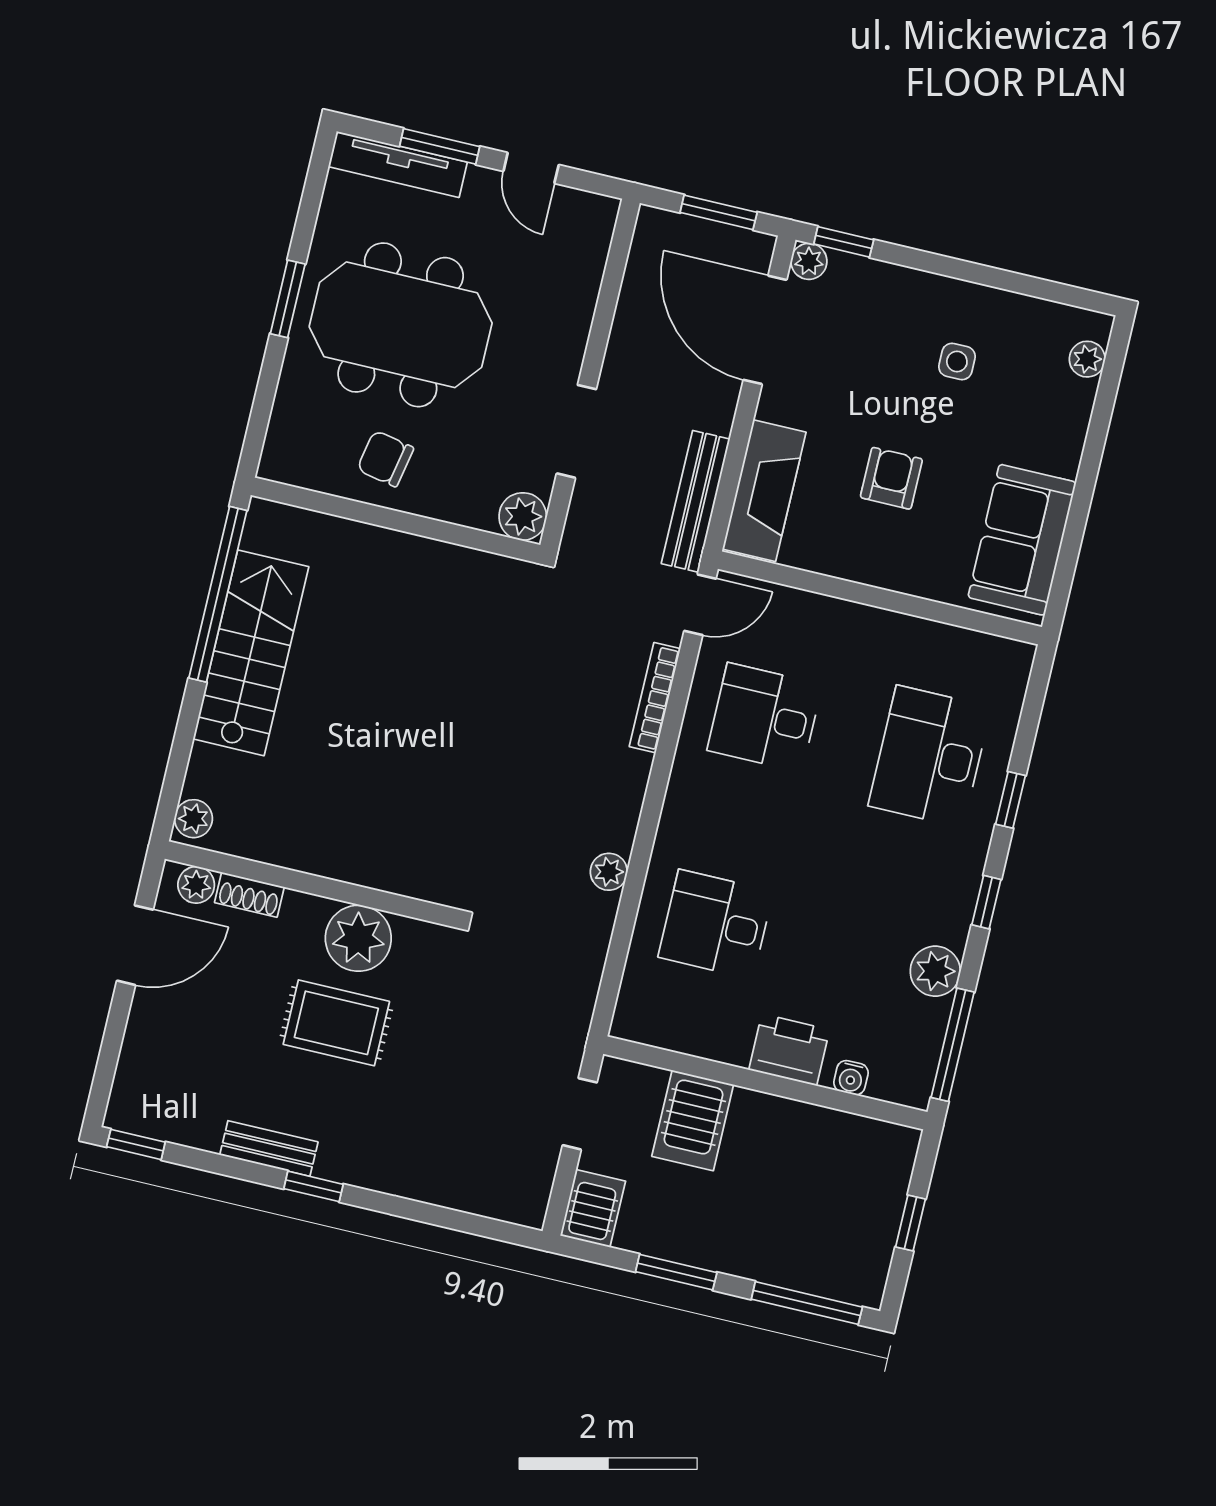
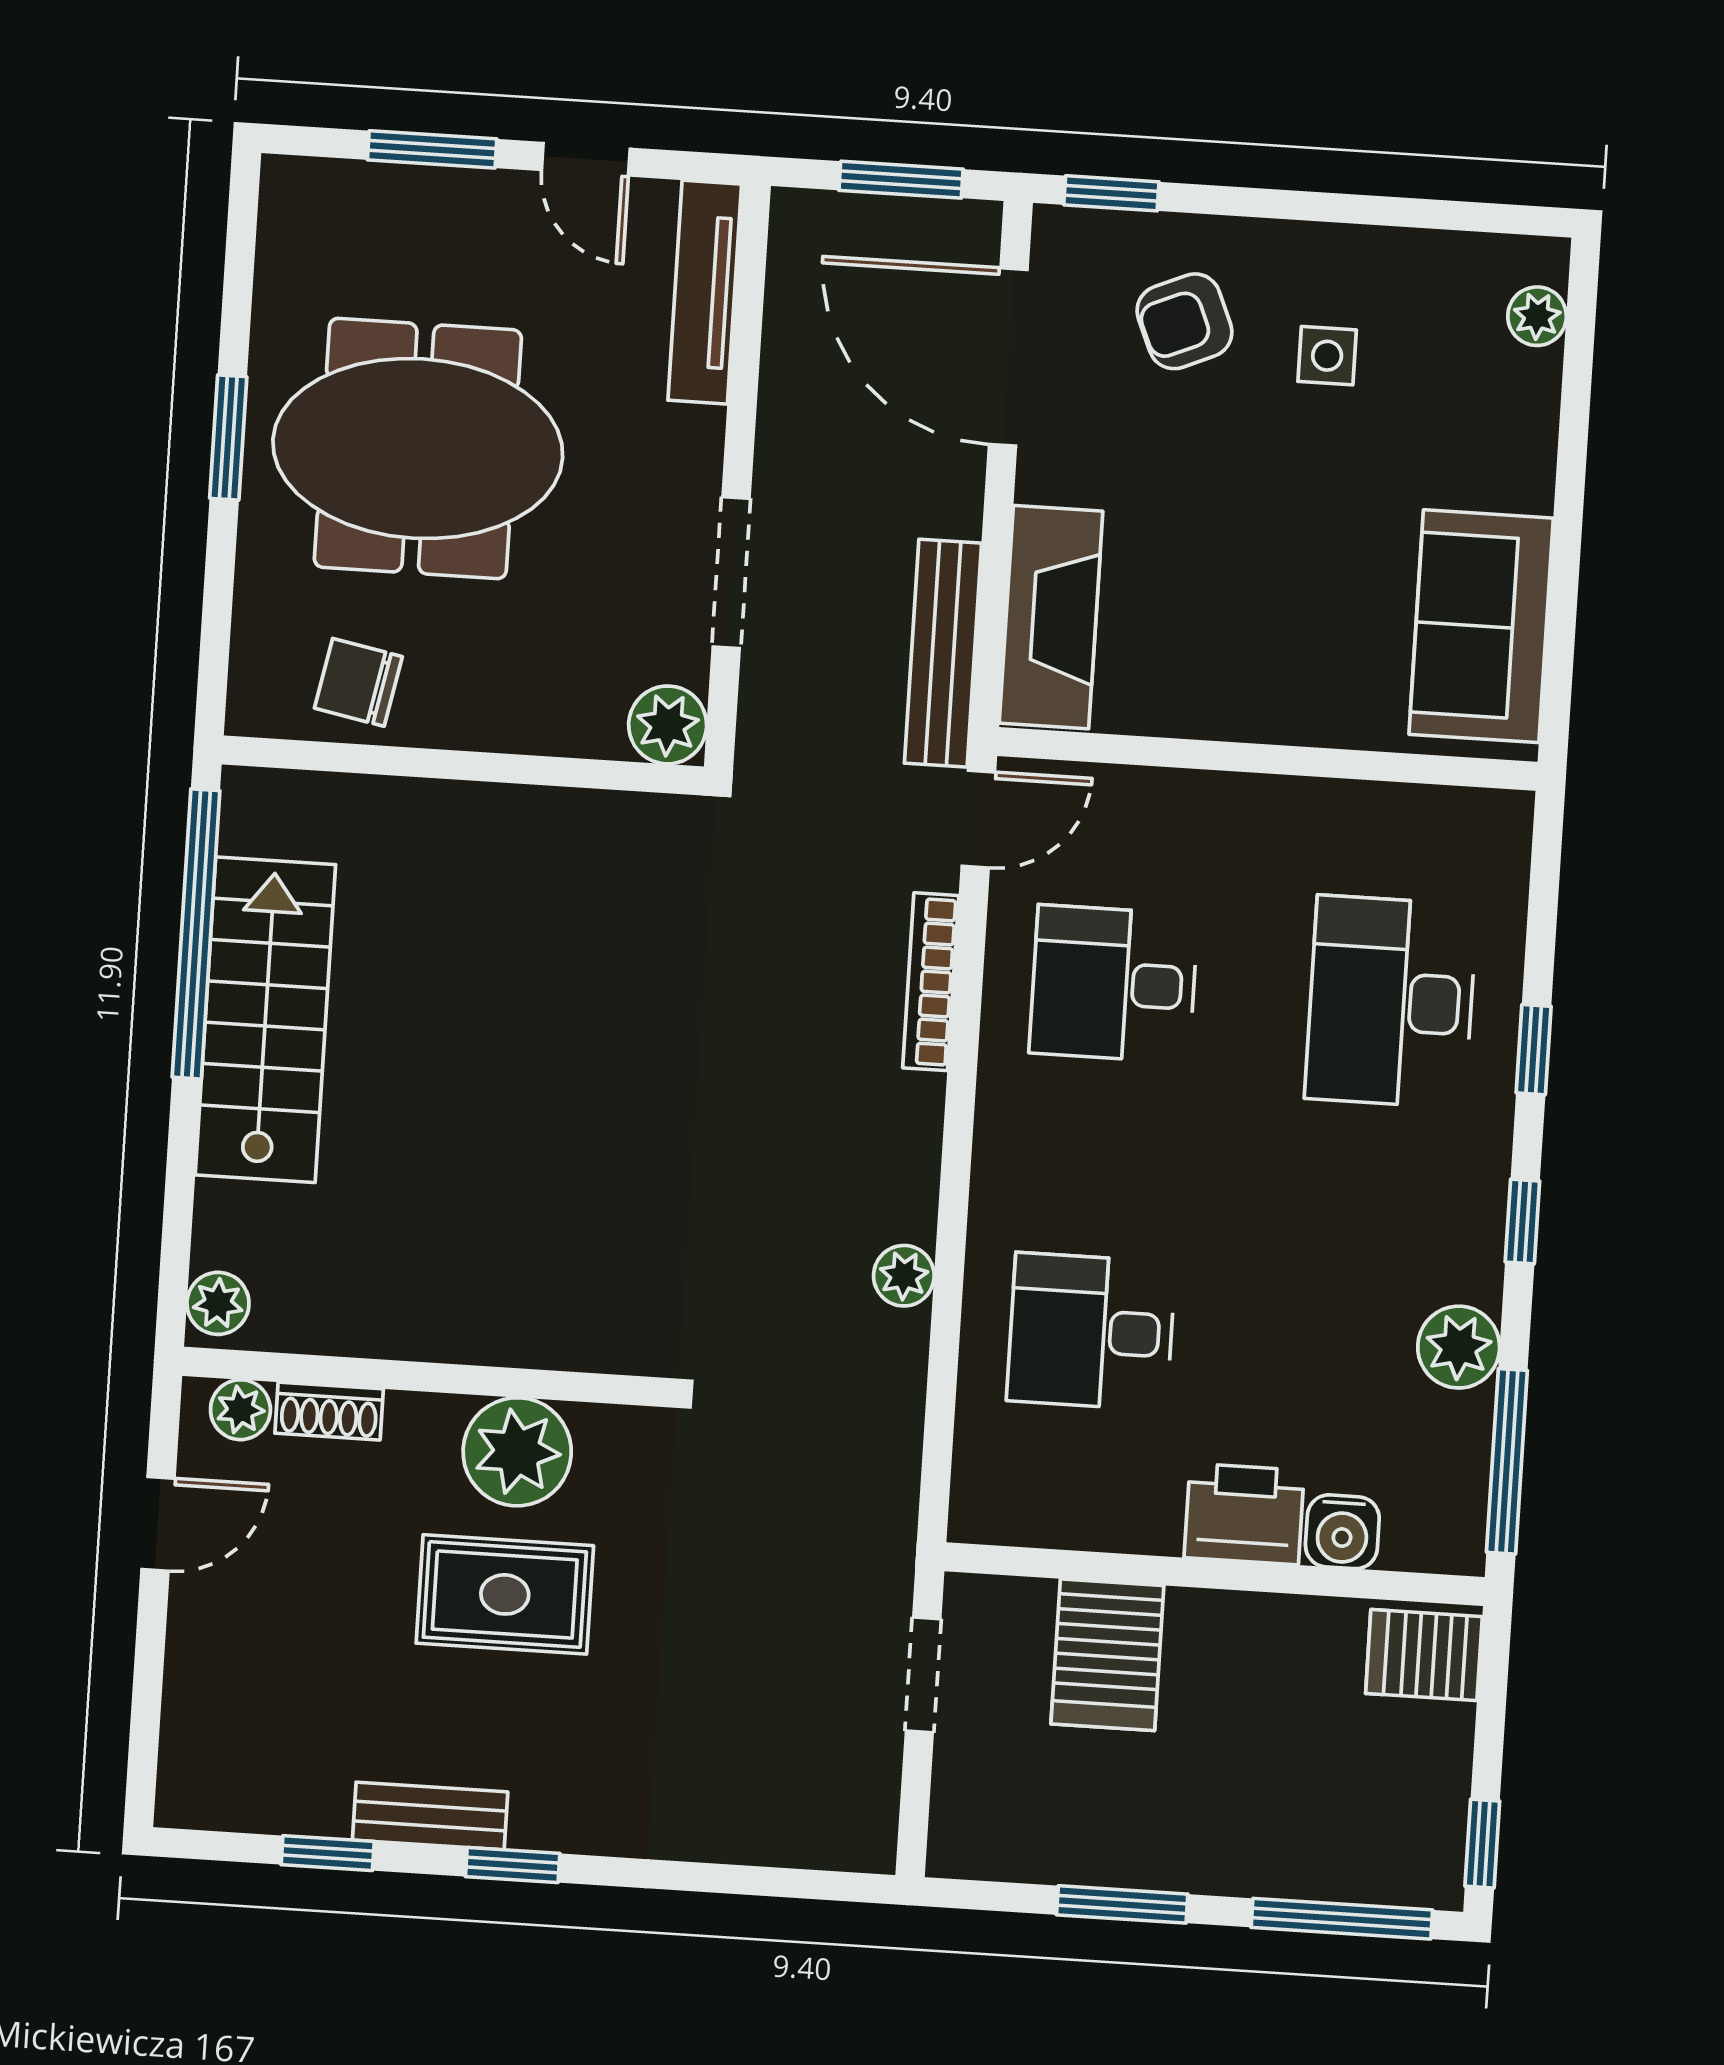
tv unit: (398, 164) -> (705, 292), moved, turned 90
plant: (809, 261) -> (1060, 234), removed
chair: (385, 459) -> (358, 682), moved
armchair: (891, 478) -> (1185, 321), moved, turned -113
door: (135, 945) -> (158, 1524), width x0.73
water cooler: (851, 1078) -> (1342, 1532), width x1.38, depth x1.38
window: (136, 1144) -> (328, 1853), moved
server rack: (593, 1208) -> (1424, 1655), moved, turned -90
window: (911, 1223) -> (1482, 1844), moved

